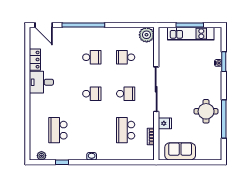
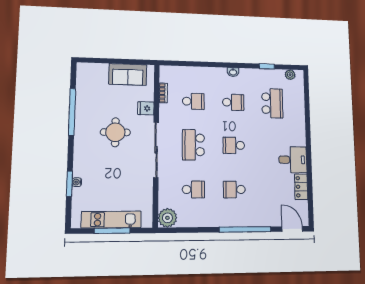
school desk: (126, 94) -> (193, 145), width x1.85
round table: (206, 111) -> (115, 132), moved
school desk: (92, 130) -> (233, 102), added
school desk: (126, 130) -> (193, 101), width x0.54

